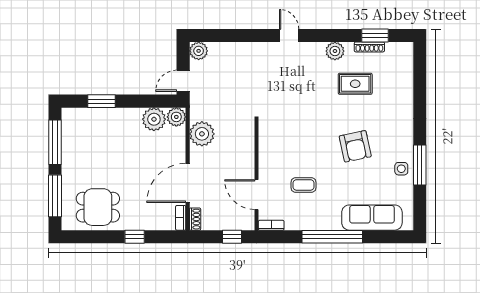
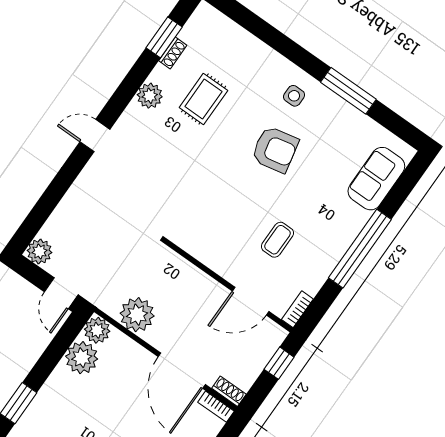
shoe rack: (369, 47) -> (173, 53), width x0.70
side table: (401, 169) -> (294, 96), moved
sofa: (372, 218) -> (376, 179), width x0.73

